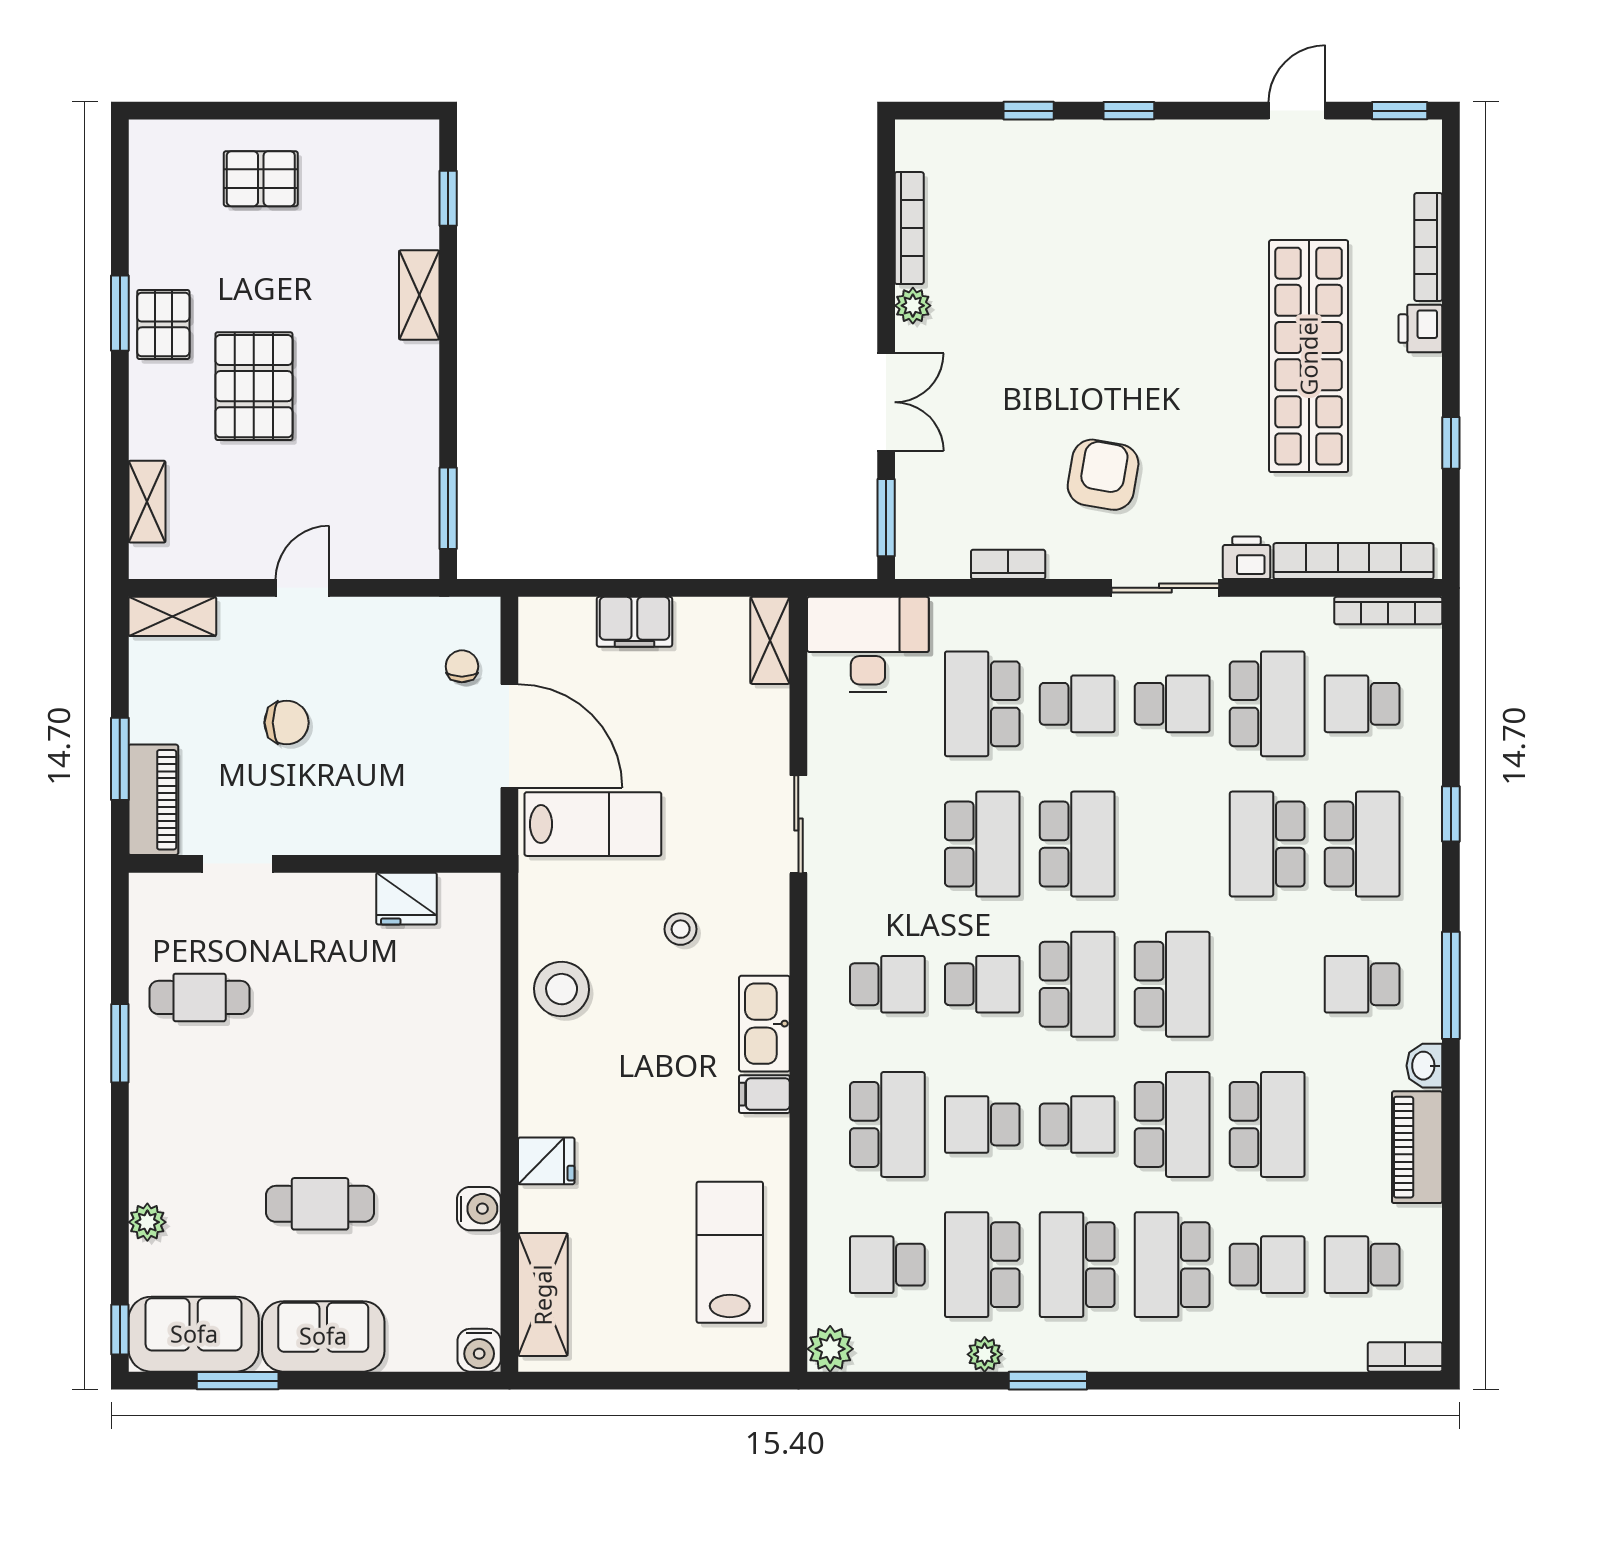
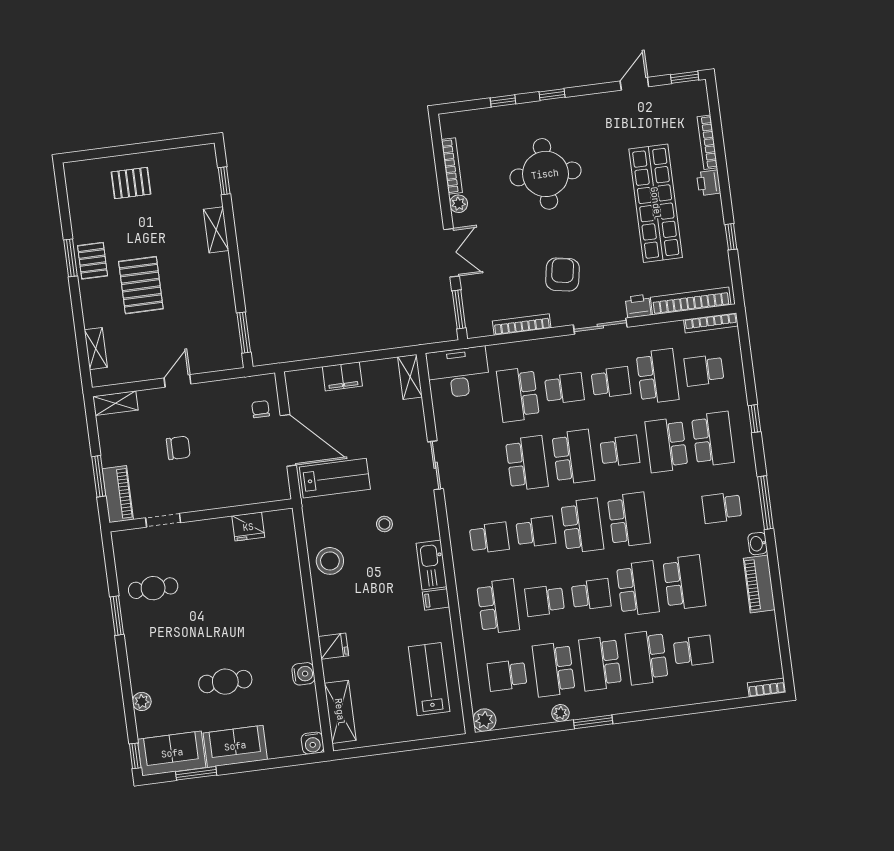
round table: (1095, 268) -> (545, 174), added
bookcase: (1008, 564) -> (522, 324), width x1.56
school desk: (1362, 1265) -> (620, 451), moved, turned 180

